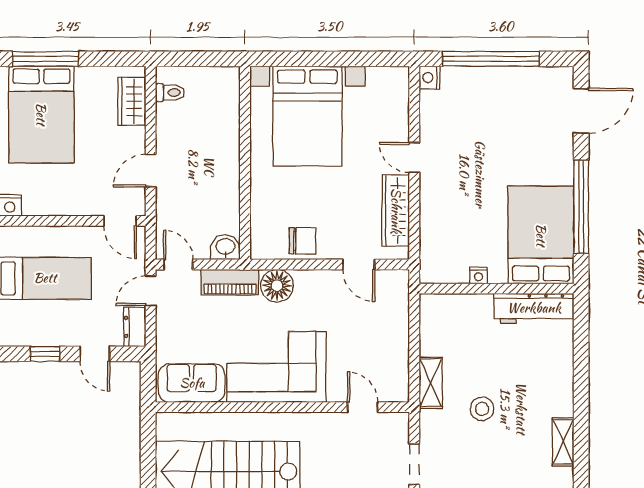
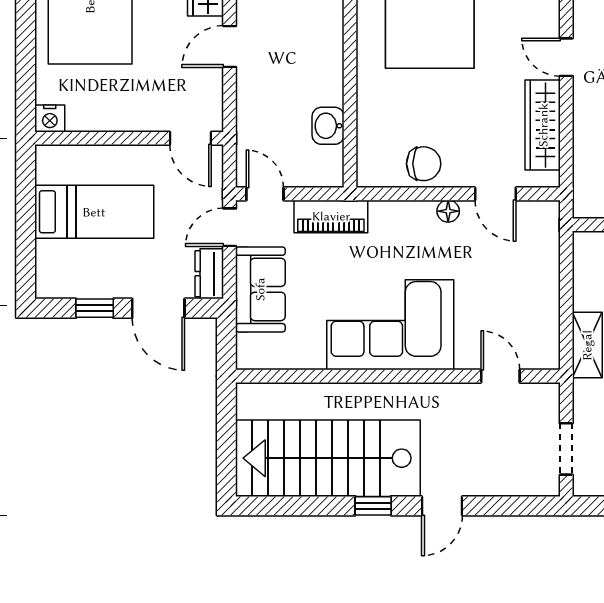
door: (151, 171) -> (230, 47), moved
washbasin: (225, 247) -> (328, 126), moved, turned -90
floor lamp: (277, 286) -> (448, 211), moved, width x0.53, depth x0.53
door: (95, 354) -> (158, 308), width x1.38
sofa: (192, 383) -> (260, 289), moved, turned 90

